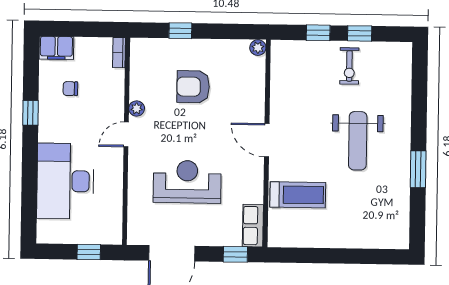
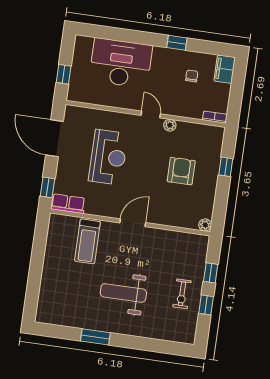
exercise bike: (349, 66) -> (182, 294), turned -90

